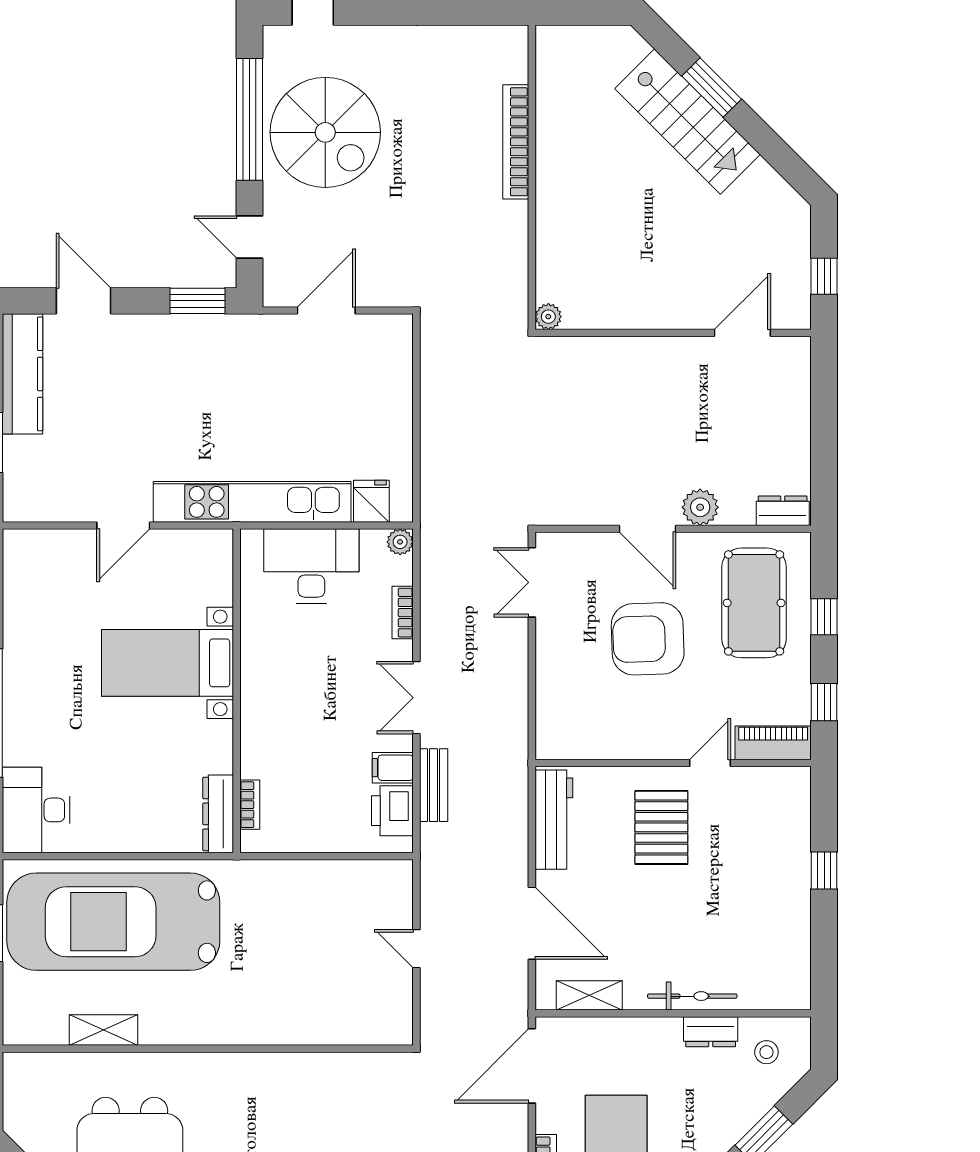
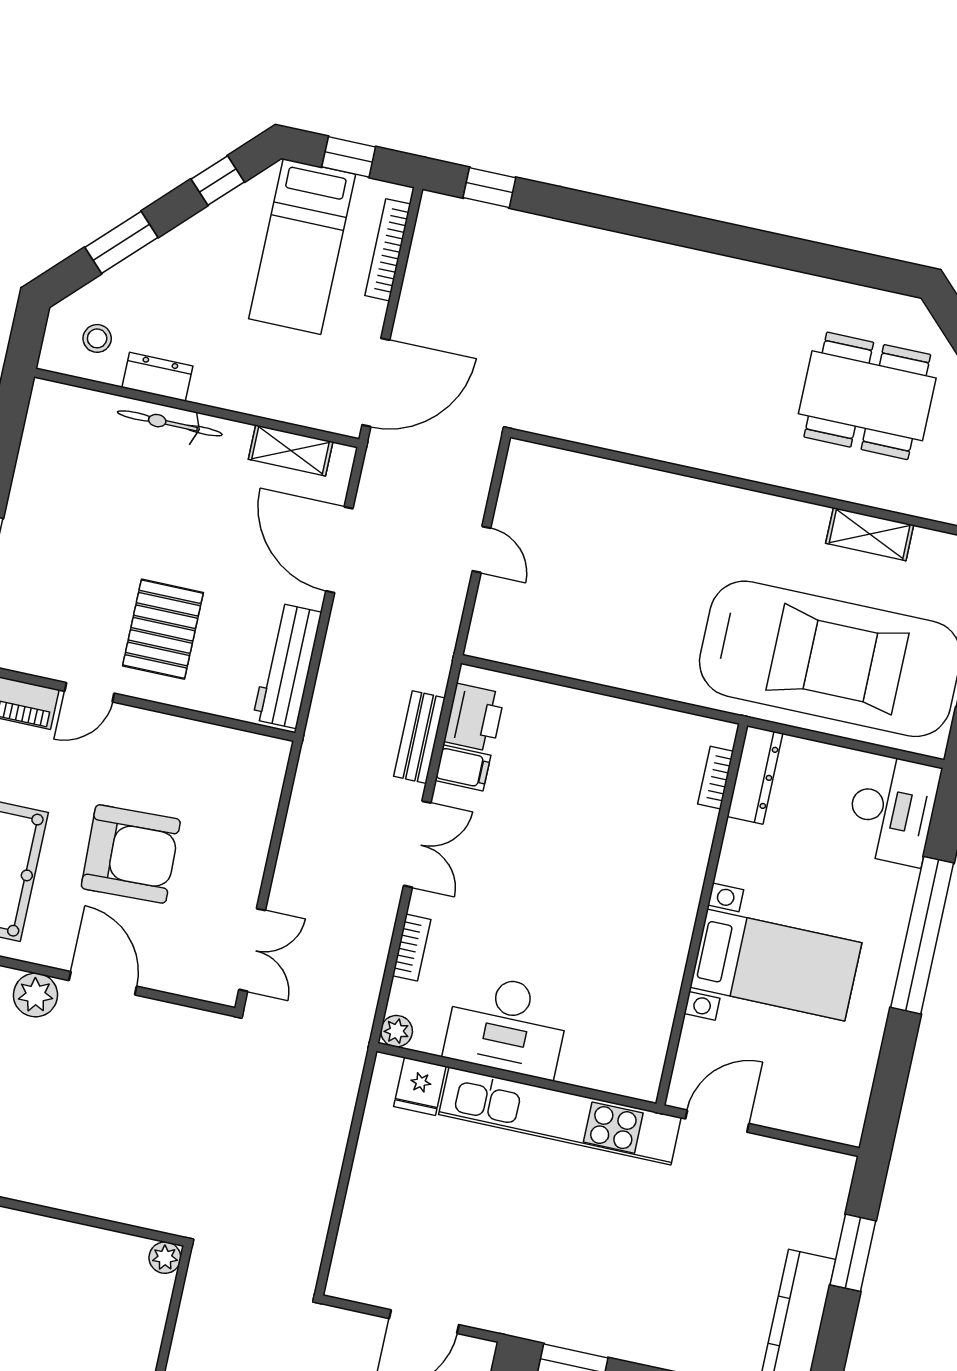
bed with nightstands: (168, 663) -> (776, 965), moved
wall: (237, 691) -> (702, 915), moved
bookcase: (250, 805) -> (716, 778), moved
dresser: (218, 814) -> (755, 775), moved

